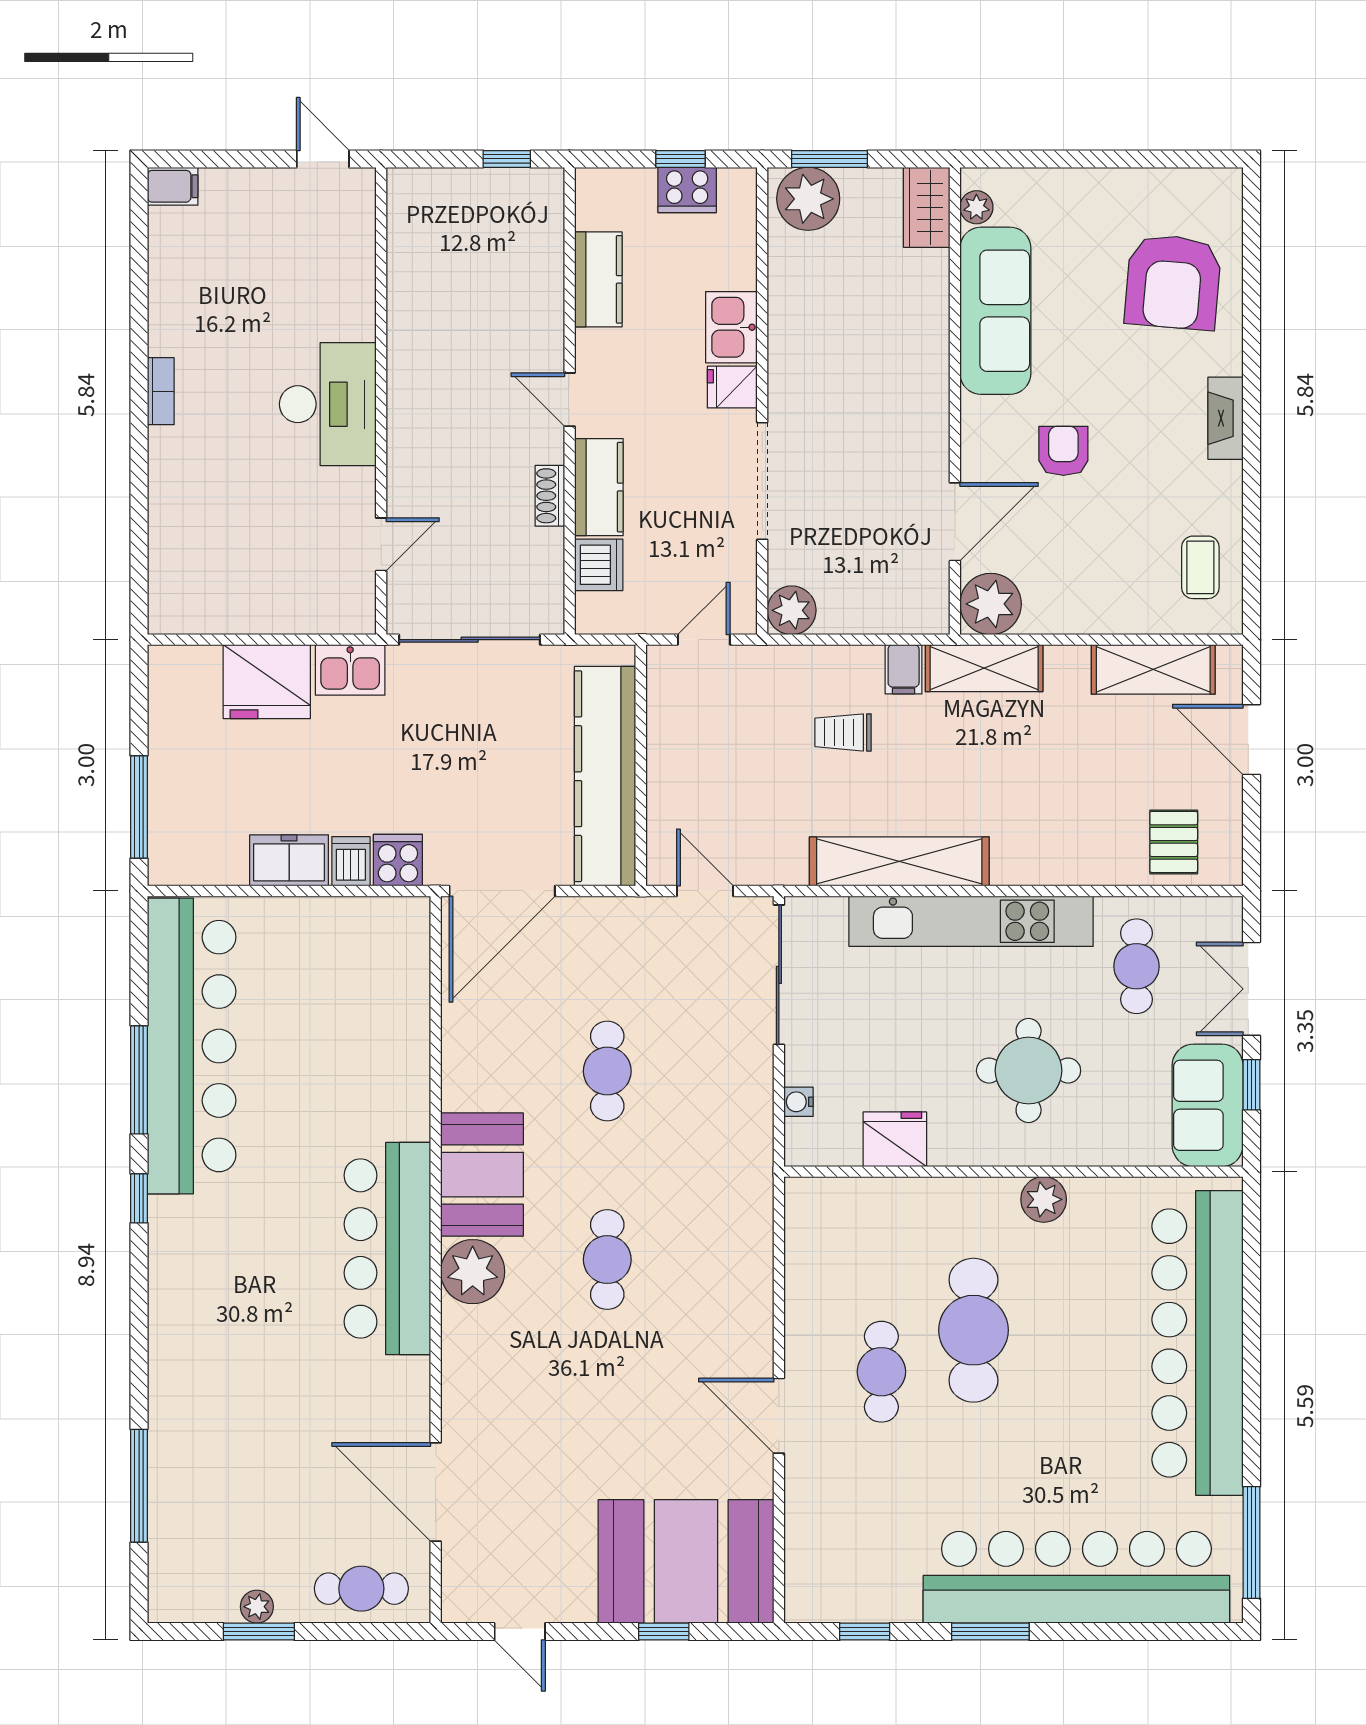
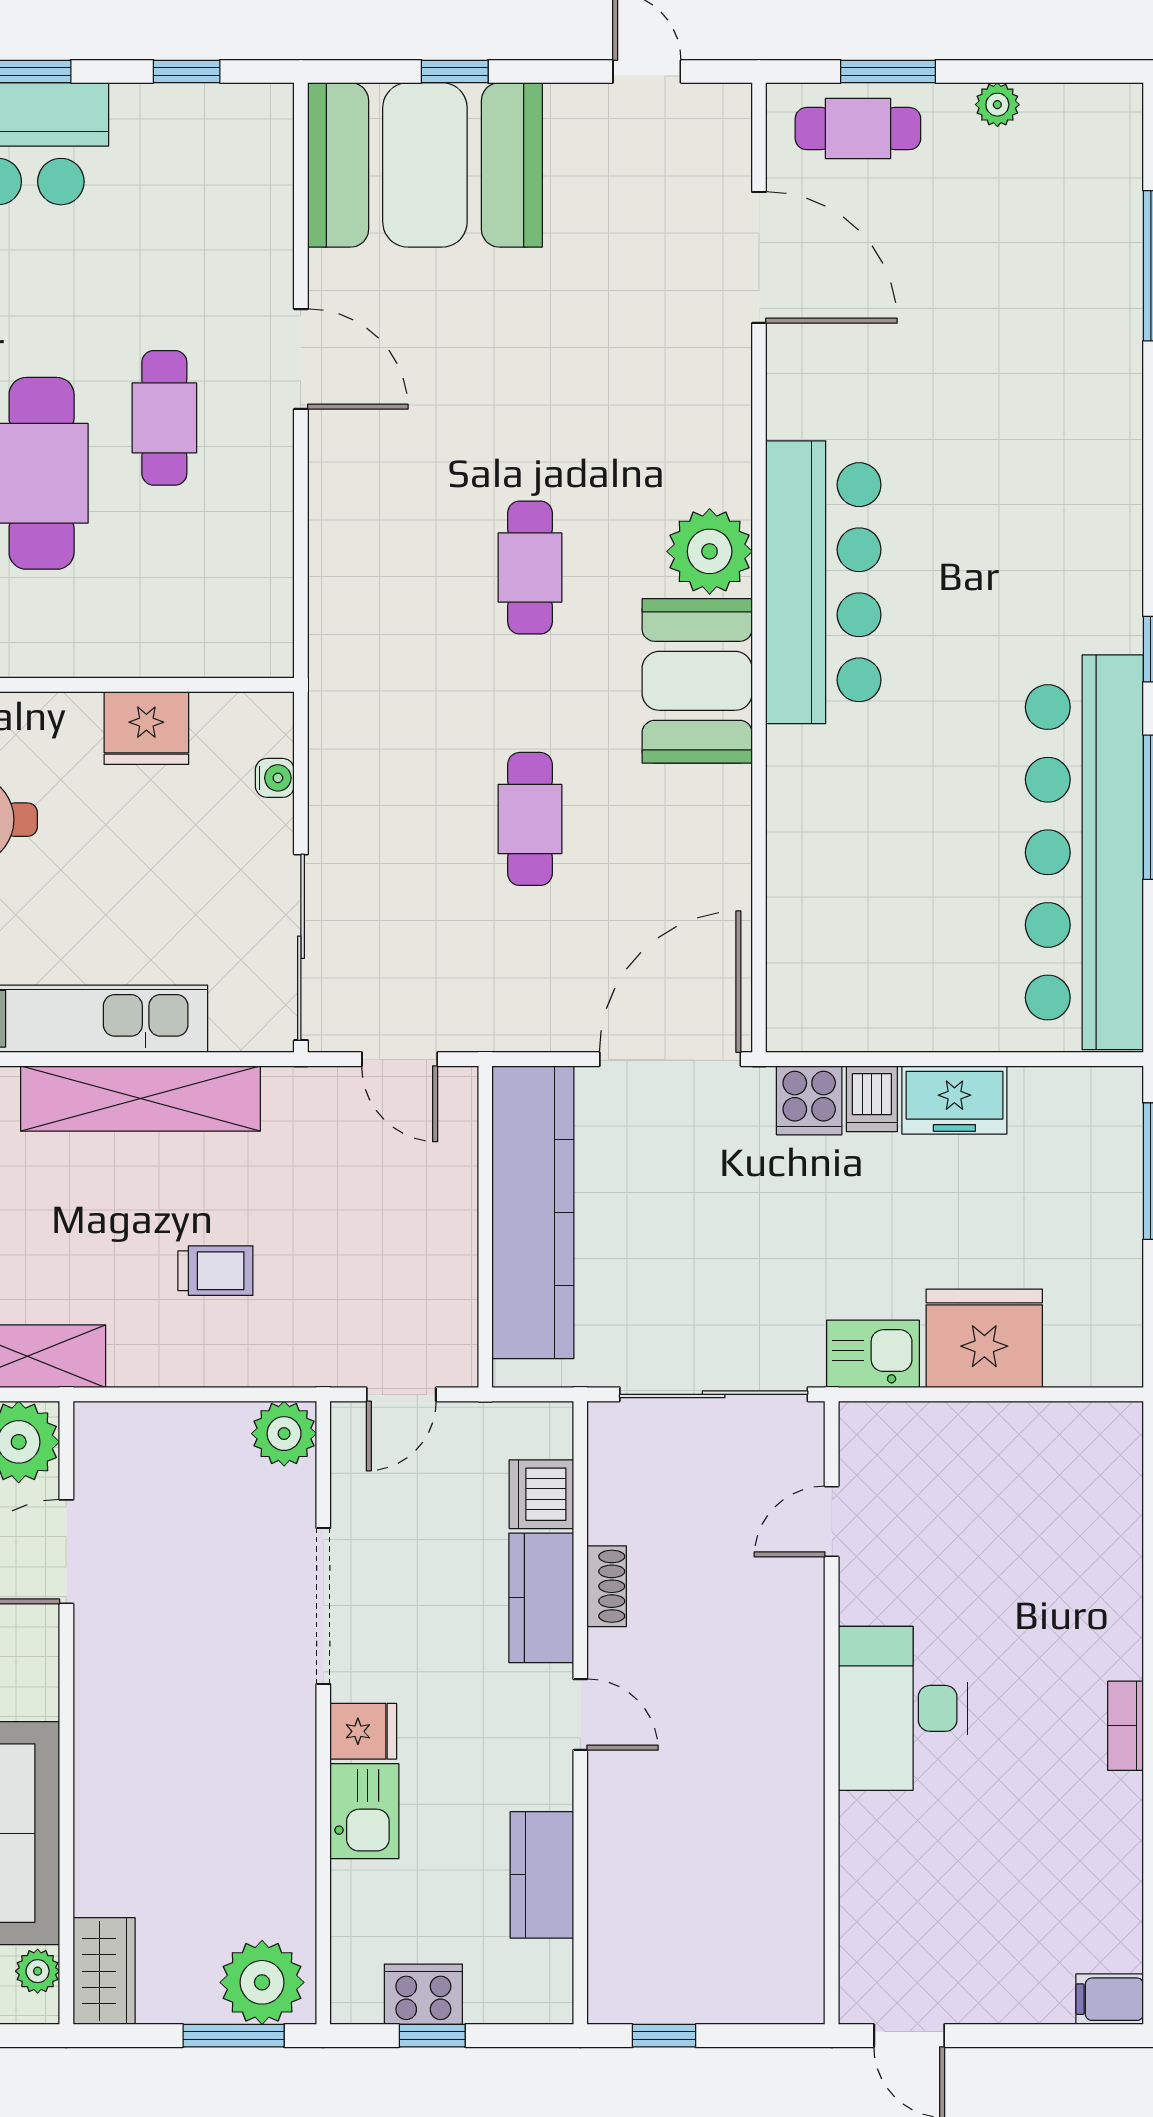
filing cabinet: (904, 669) -> (135, 1355), removed
window: (259, 1631) -> (888, 71), moved

